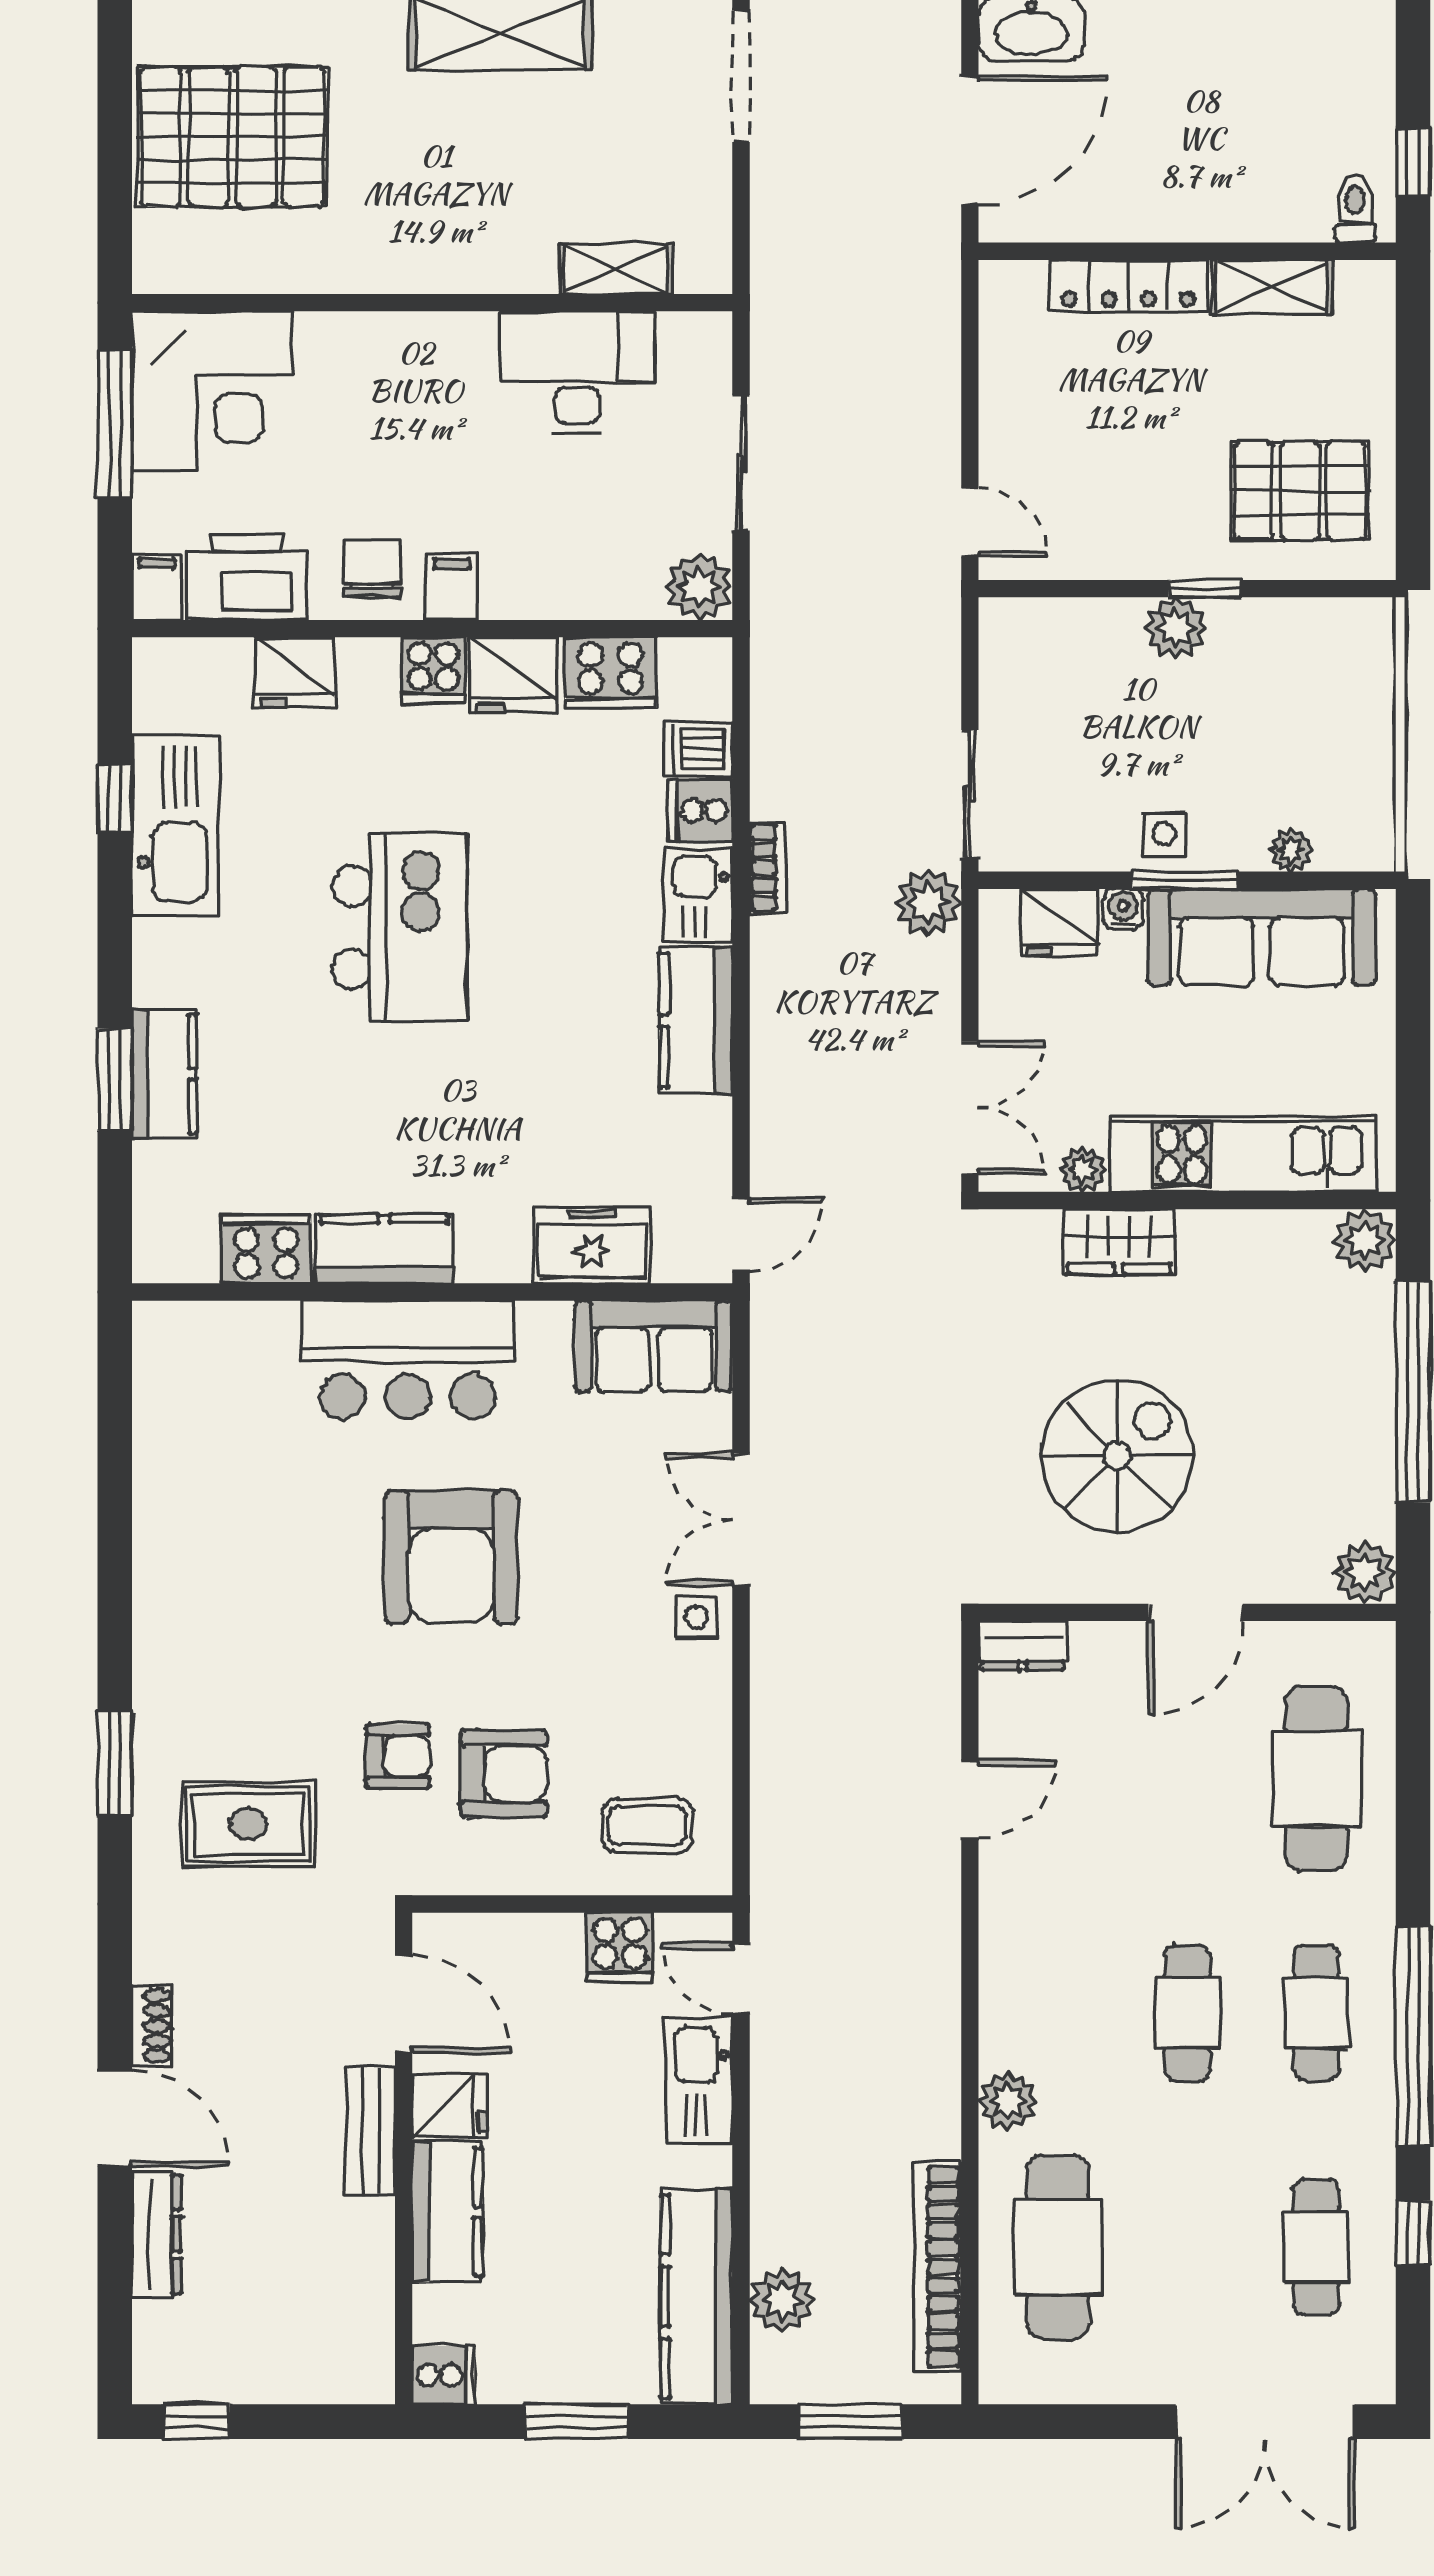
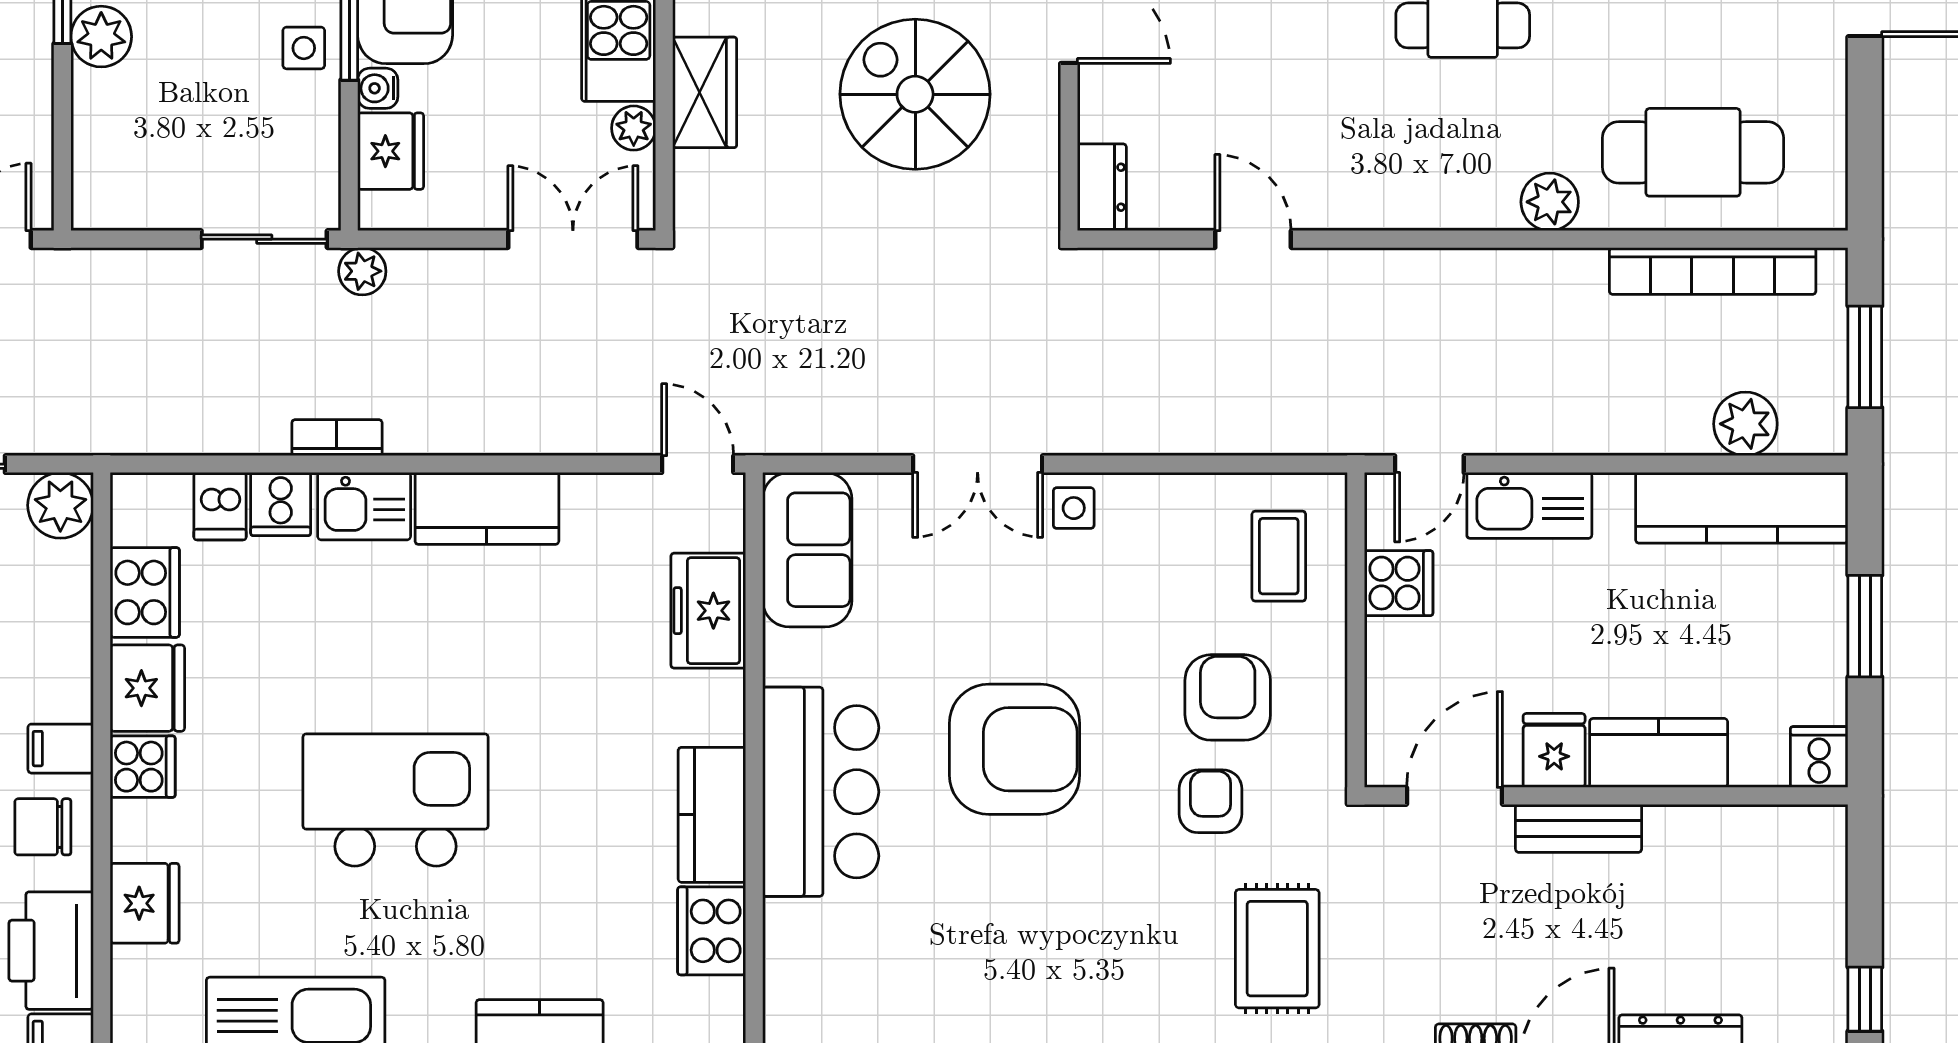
plant: (928, 903) -> (362, 271), width x0.73, depth x0.73

